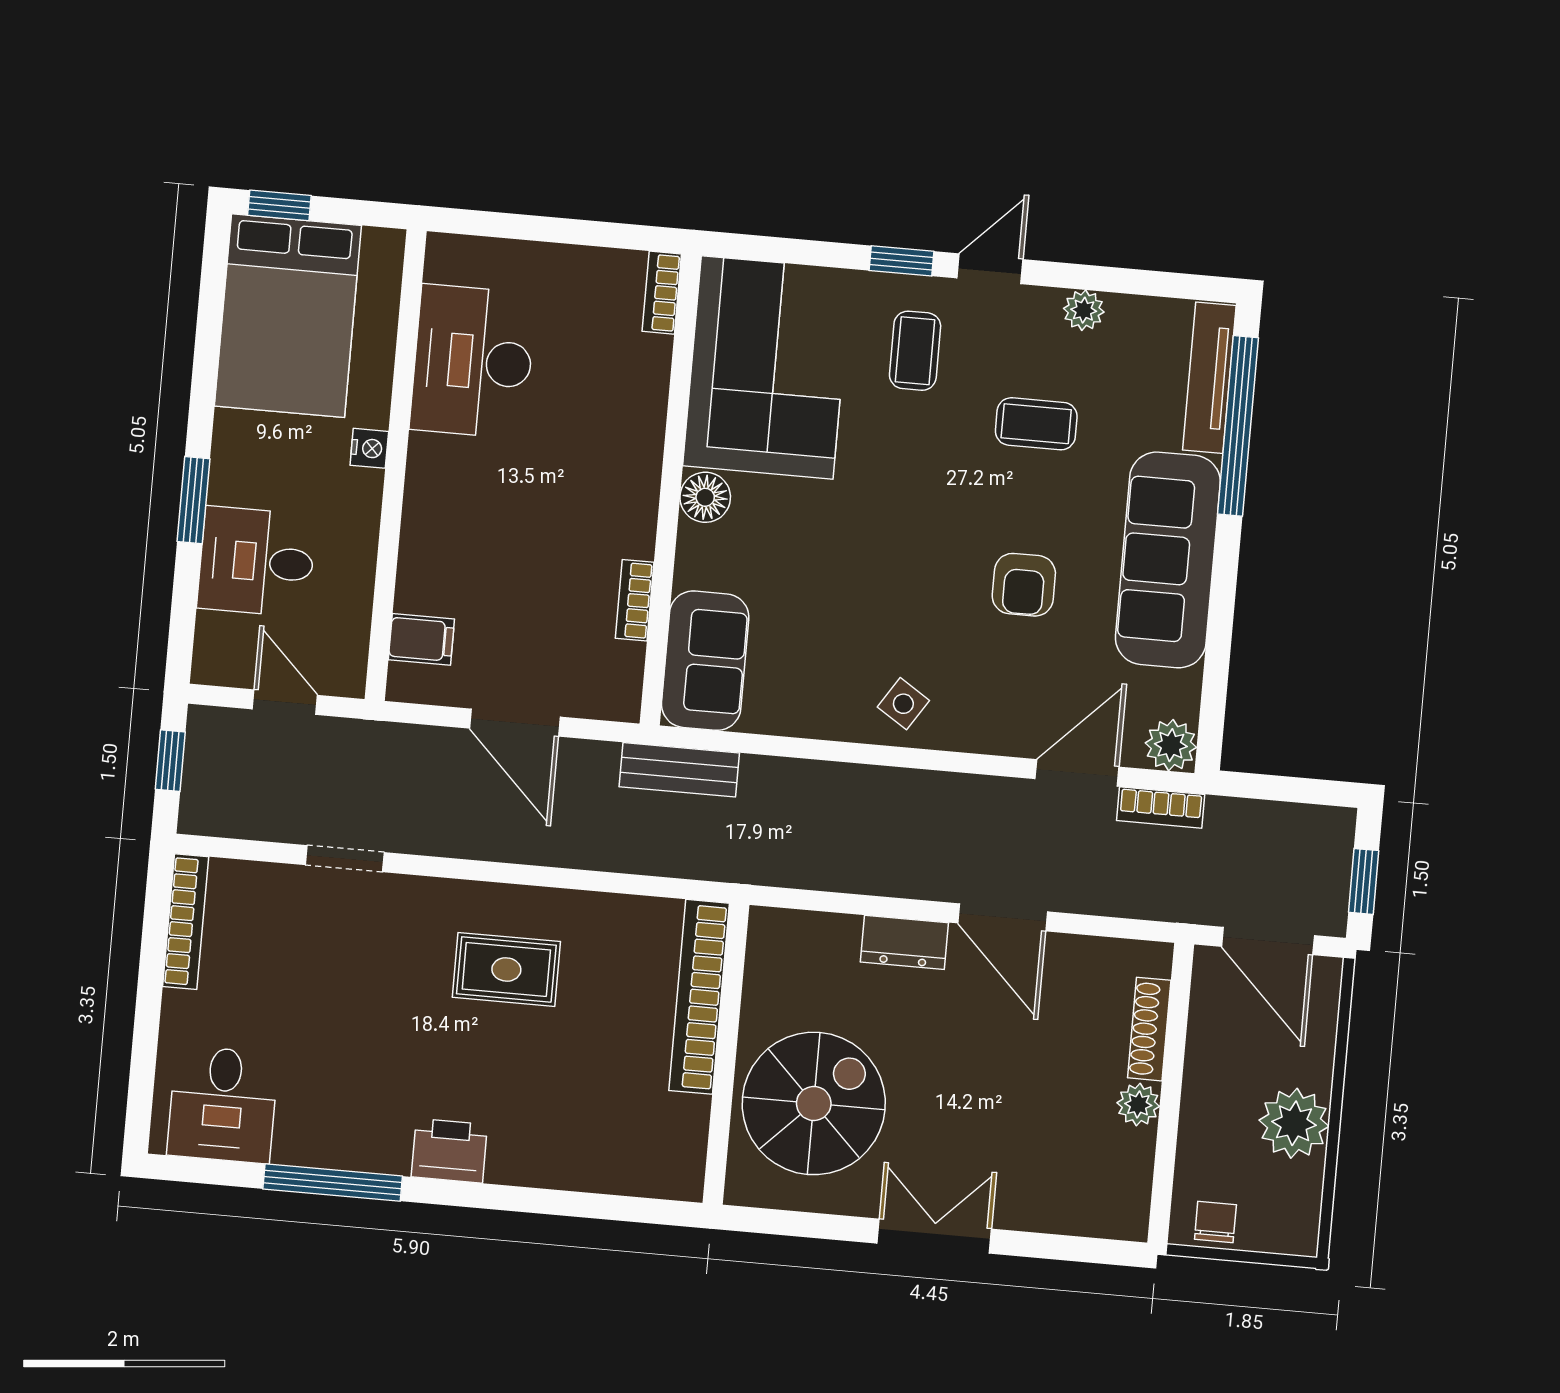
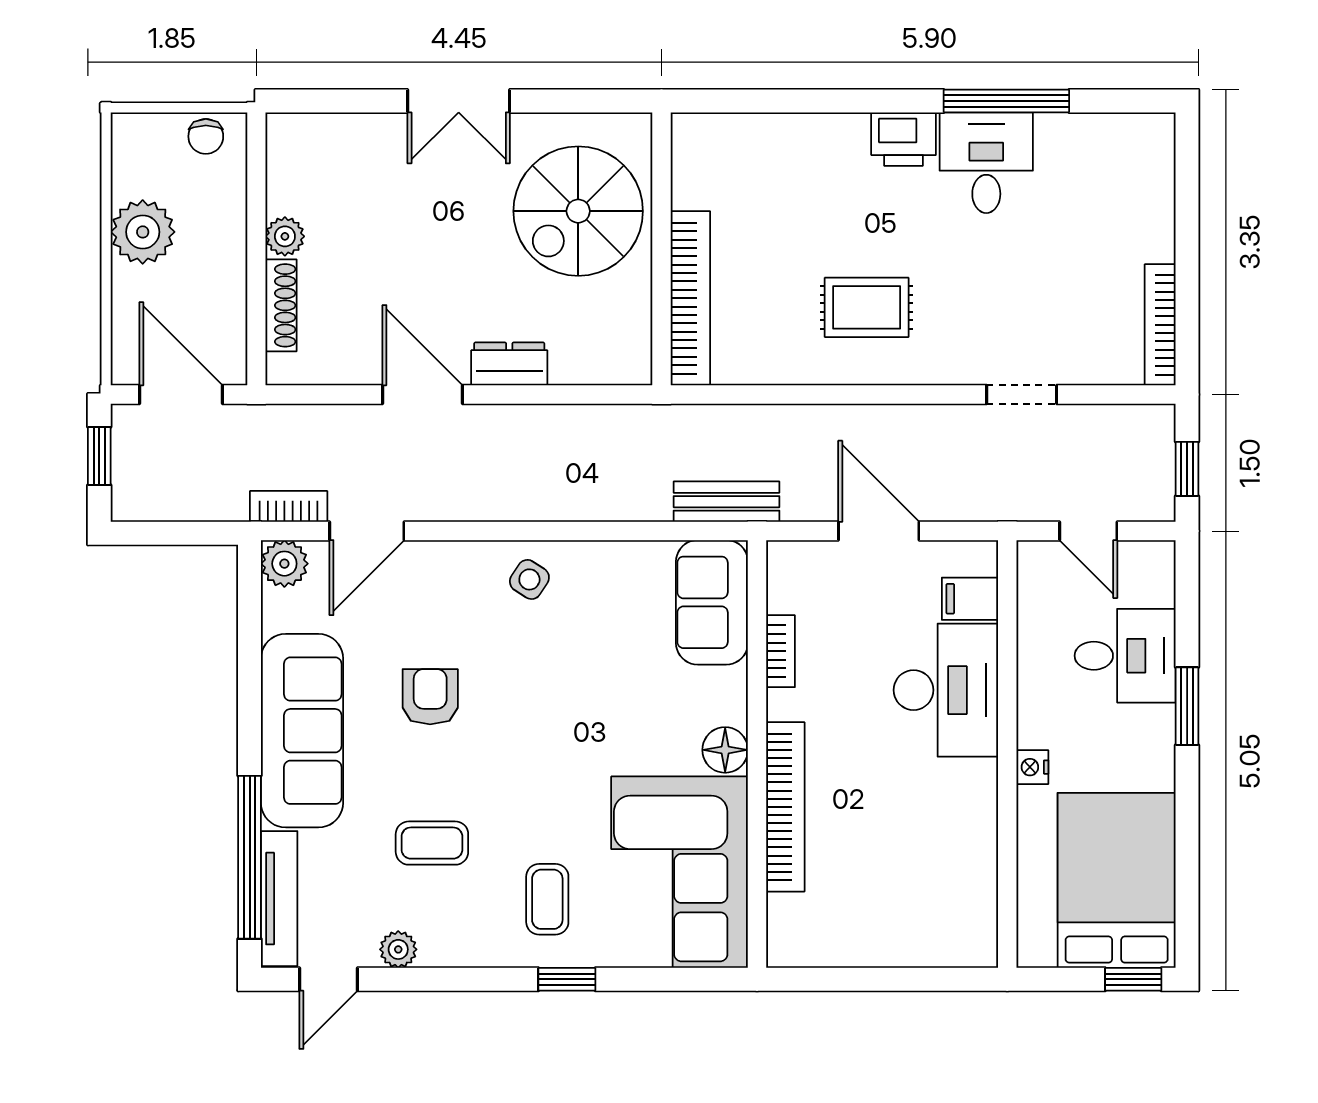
door: (990, 269) -> (328, 979), moved
bookcase: (662, 293) -> (785, 807), moved, width x2.31, depth x1.31
desk: (473, 361) -> (946, 690), moved
desk: (223, 1104) -> (986, 163), moved

